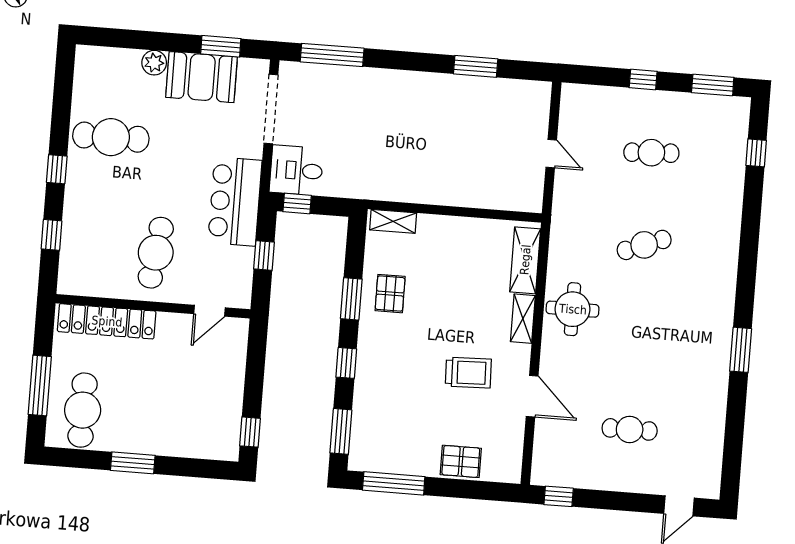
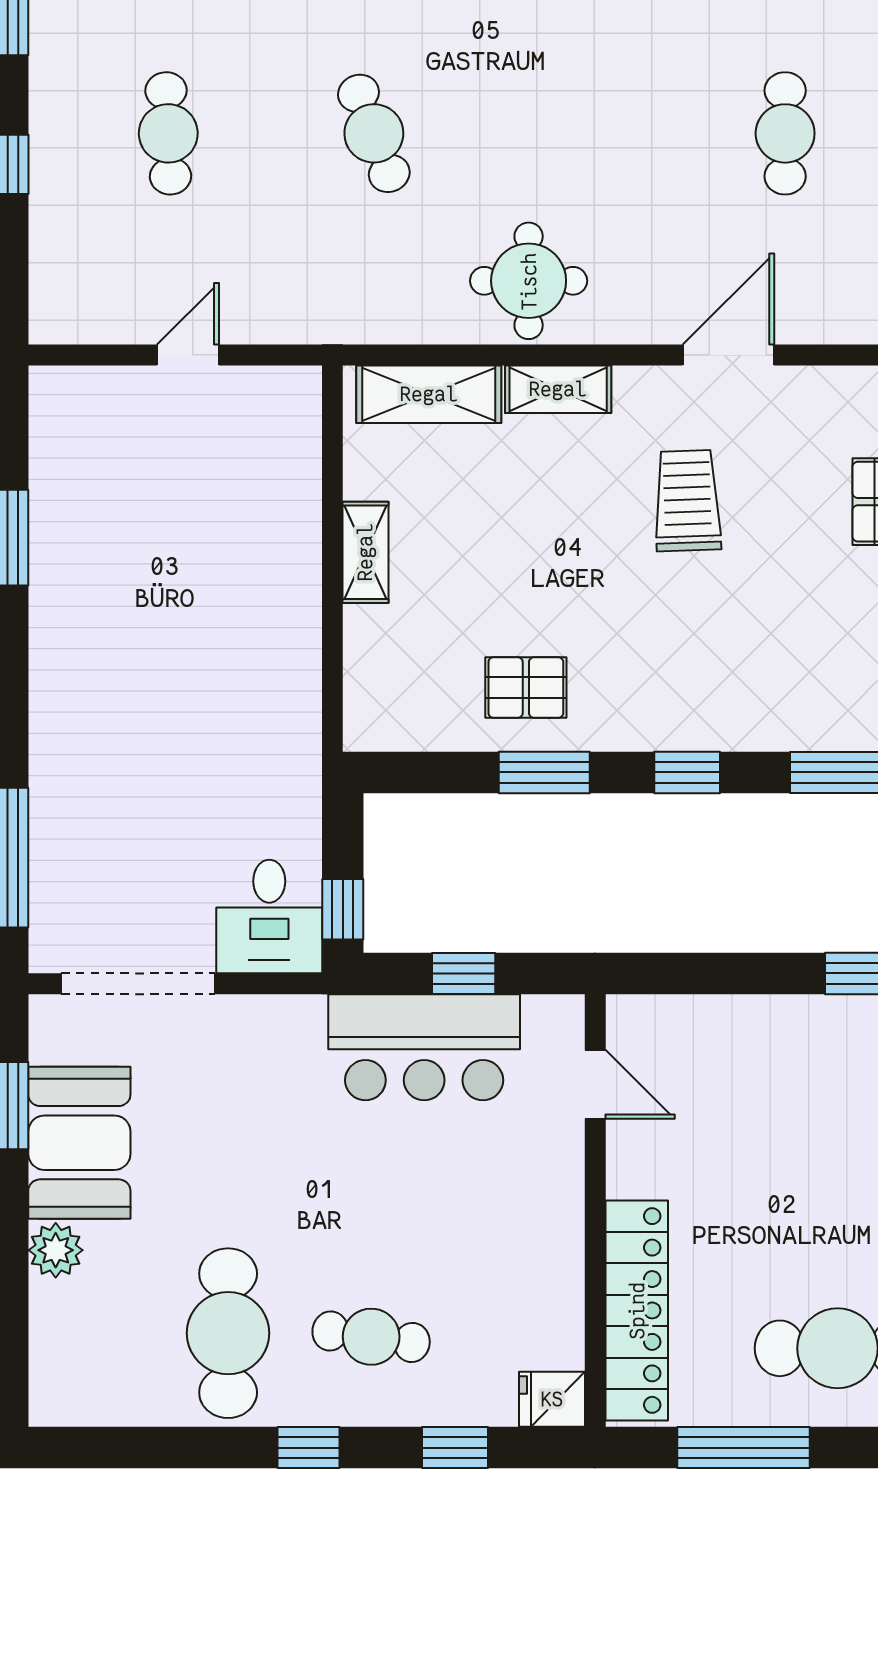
bar counter: (235, 201) -> (424, 1047), moved
shelving: (393, 221) -> (365, 552), moved
cafe table: (156, 253) -> (371, 1337), moved, width x0.73, depth x0.74
fridge: (70, 280) -> (552, 1399), added
window: (40, 386) -> (744, 1448), moved

